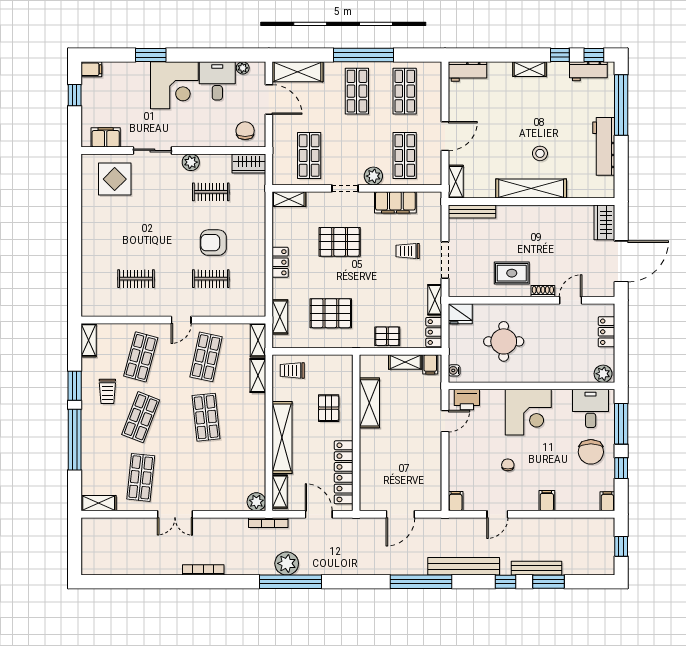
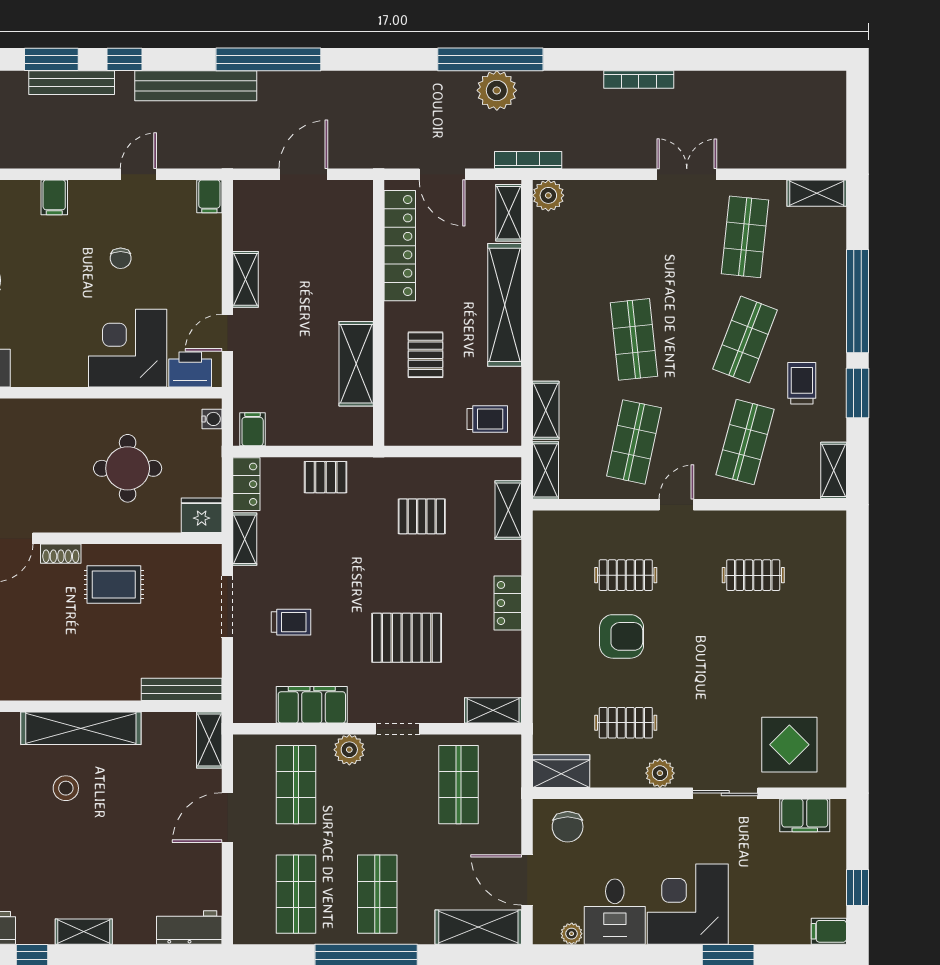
pallet: (331, 313) -> (422, 516), width x0.67, depth x0.71
shelving: (405, 362) -> (246, 279), moved, turned 90
corner desk: (528, 412) -> (128, 348), moved

